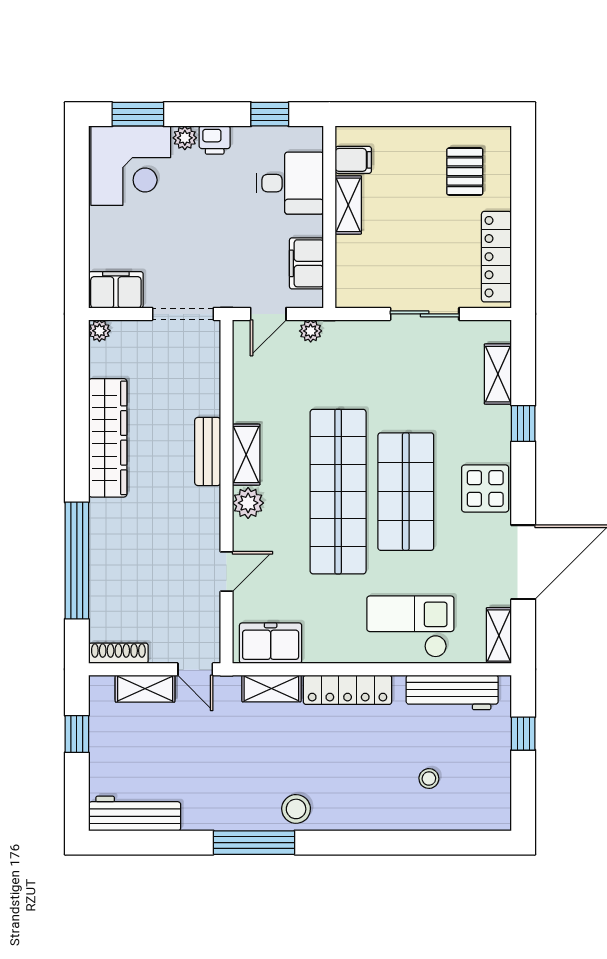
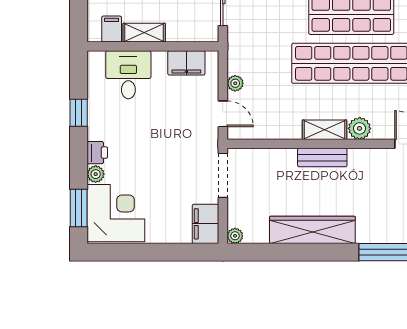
filing cabinet: (353, 160) -> (112, 29), moved
desk: (290, 183) -> (128, 75), moved
shelving: (348, 205) -> (144, 33), moved
wall: (329, 217) -> (153, 46), moved
filing cabinet: (306, 263) -> (186, 63), moved

